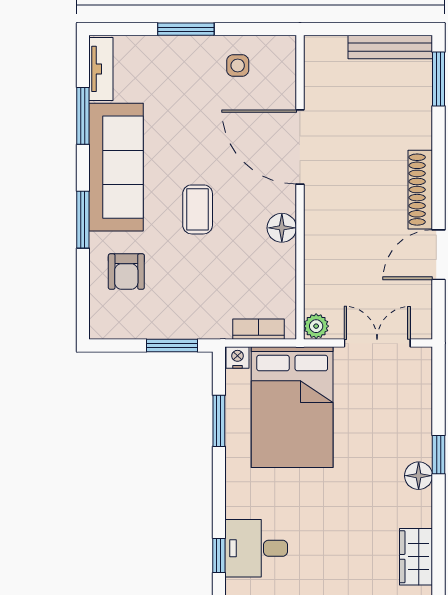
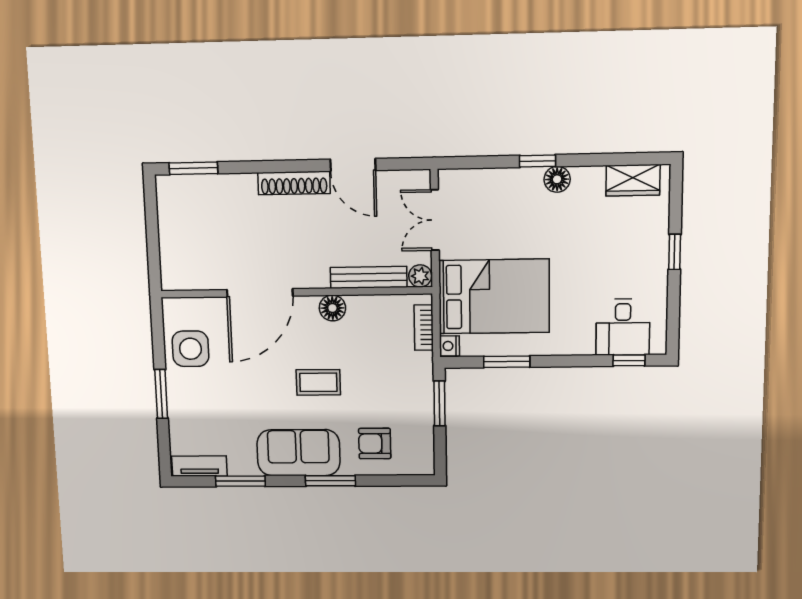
bench: (390, 47) -> (369, 277), moved, turned 90
side table: (238, 66) -> (190, 349), width x1.87, depth x1.87
sofa: (116, 167) -> (298, 453), width x0.73
armchair: (126, 272) -> (375, 443), turned 180

